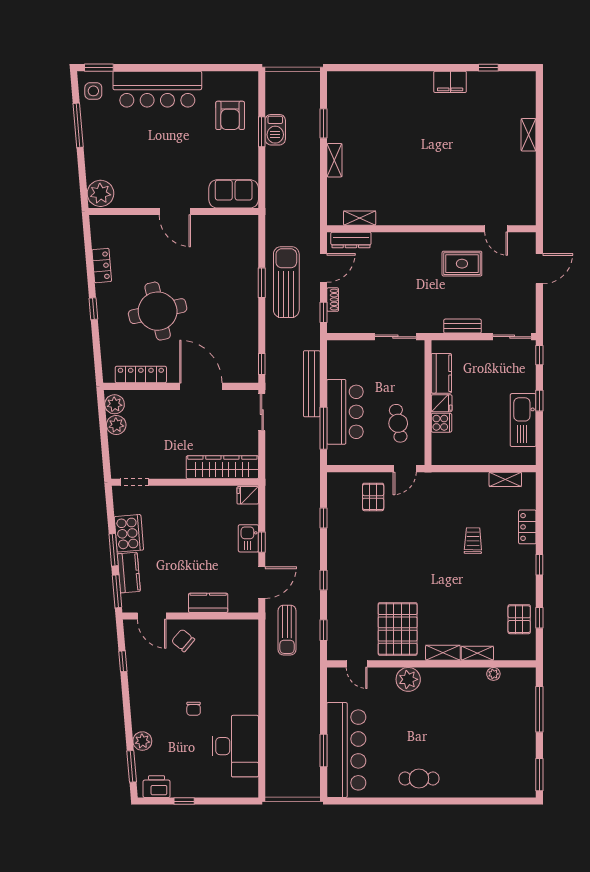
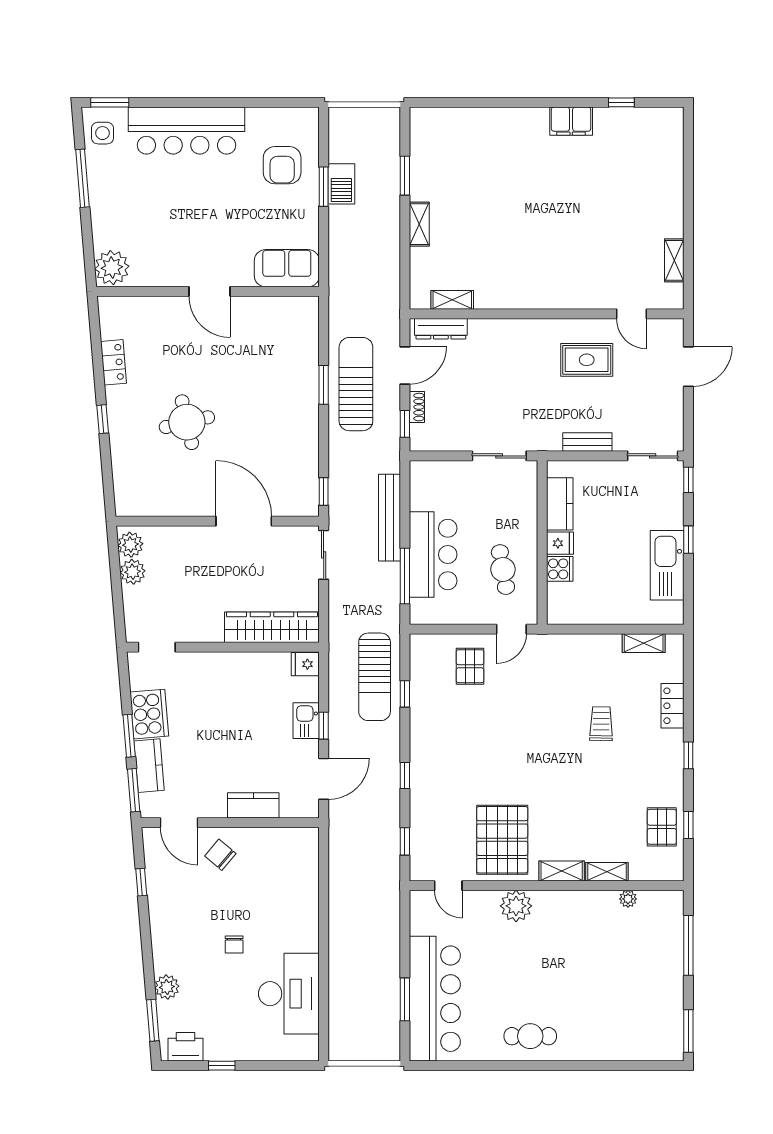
shelving: (529, 135) -> (674, 260), moved
round table: (158, 311) -> (187, 422), width x0.73, depth x0.73
locker: (141, 375) -> (165, 505), removed
sun lounger: (287, 630) -> (375, 677), moved, width x1.36, depth x1.34

